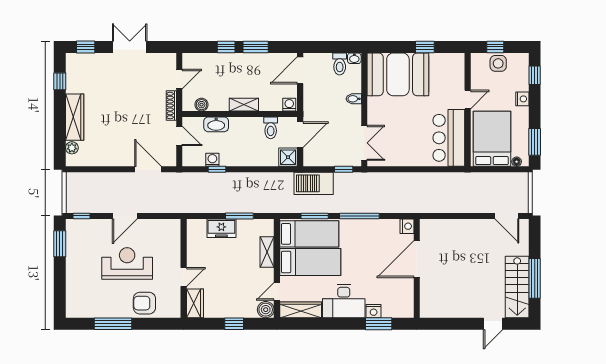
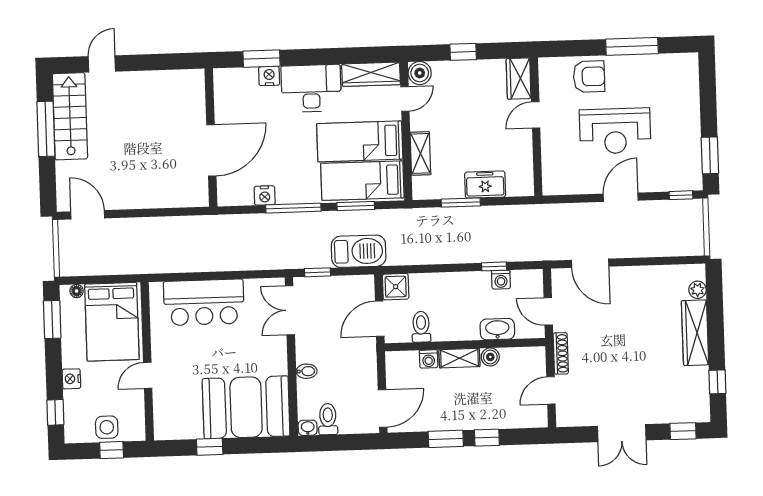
boiler: (201, 105) -> (490, 357), moved
washing machine: (289, 105) -> (429, 359), moved
bar counter: (449, 138) -> (204, 302), moved, turned 90
nightstand: (407, 226) -> (265, 195), moved, turned -90

